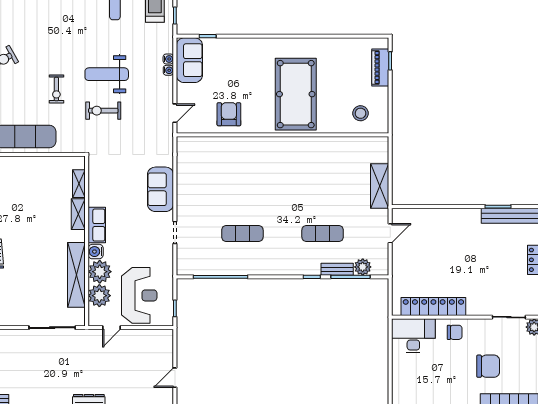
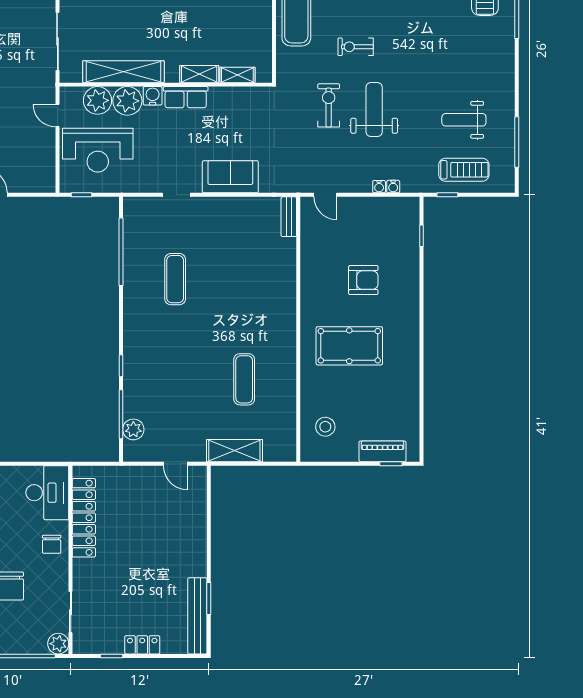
sofa: (189, 60) -> (392, 213), removed
pool table: (296, 94) -> (349, 346), width x0.73, depth x0.76
armchair: (229, 114) -> (363, 280), moved
exercise mat: (323, 233) -> (244, 379), moved
bench: (337, 269) -> (289, 217), moved

